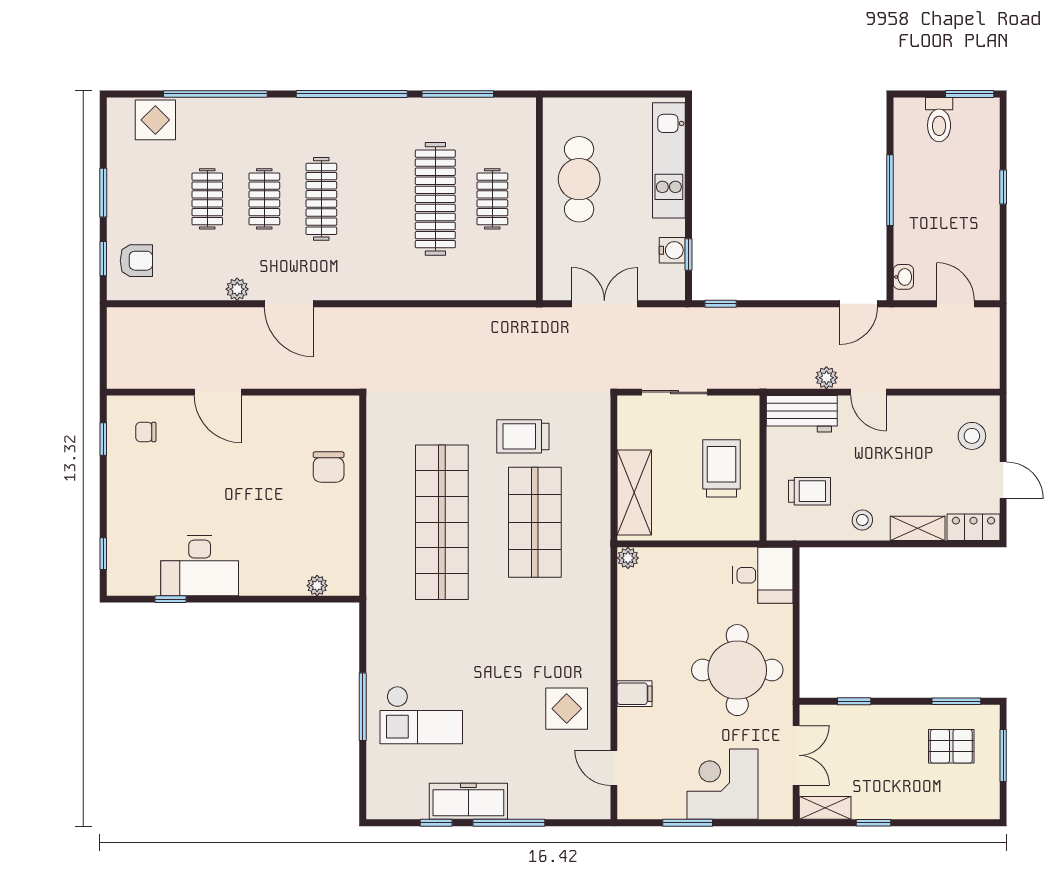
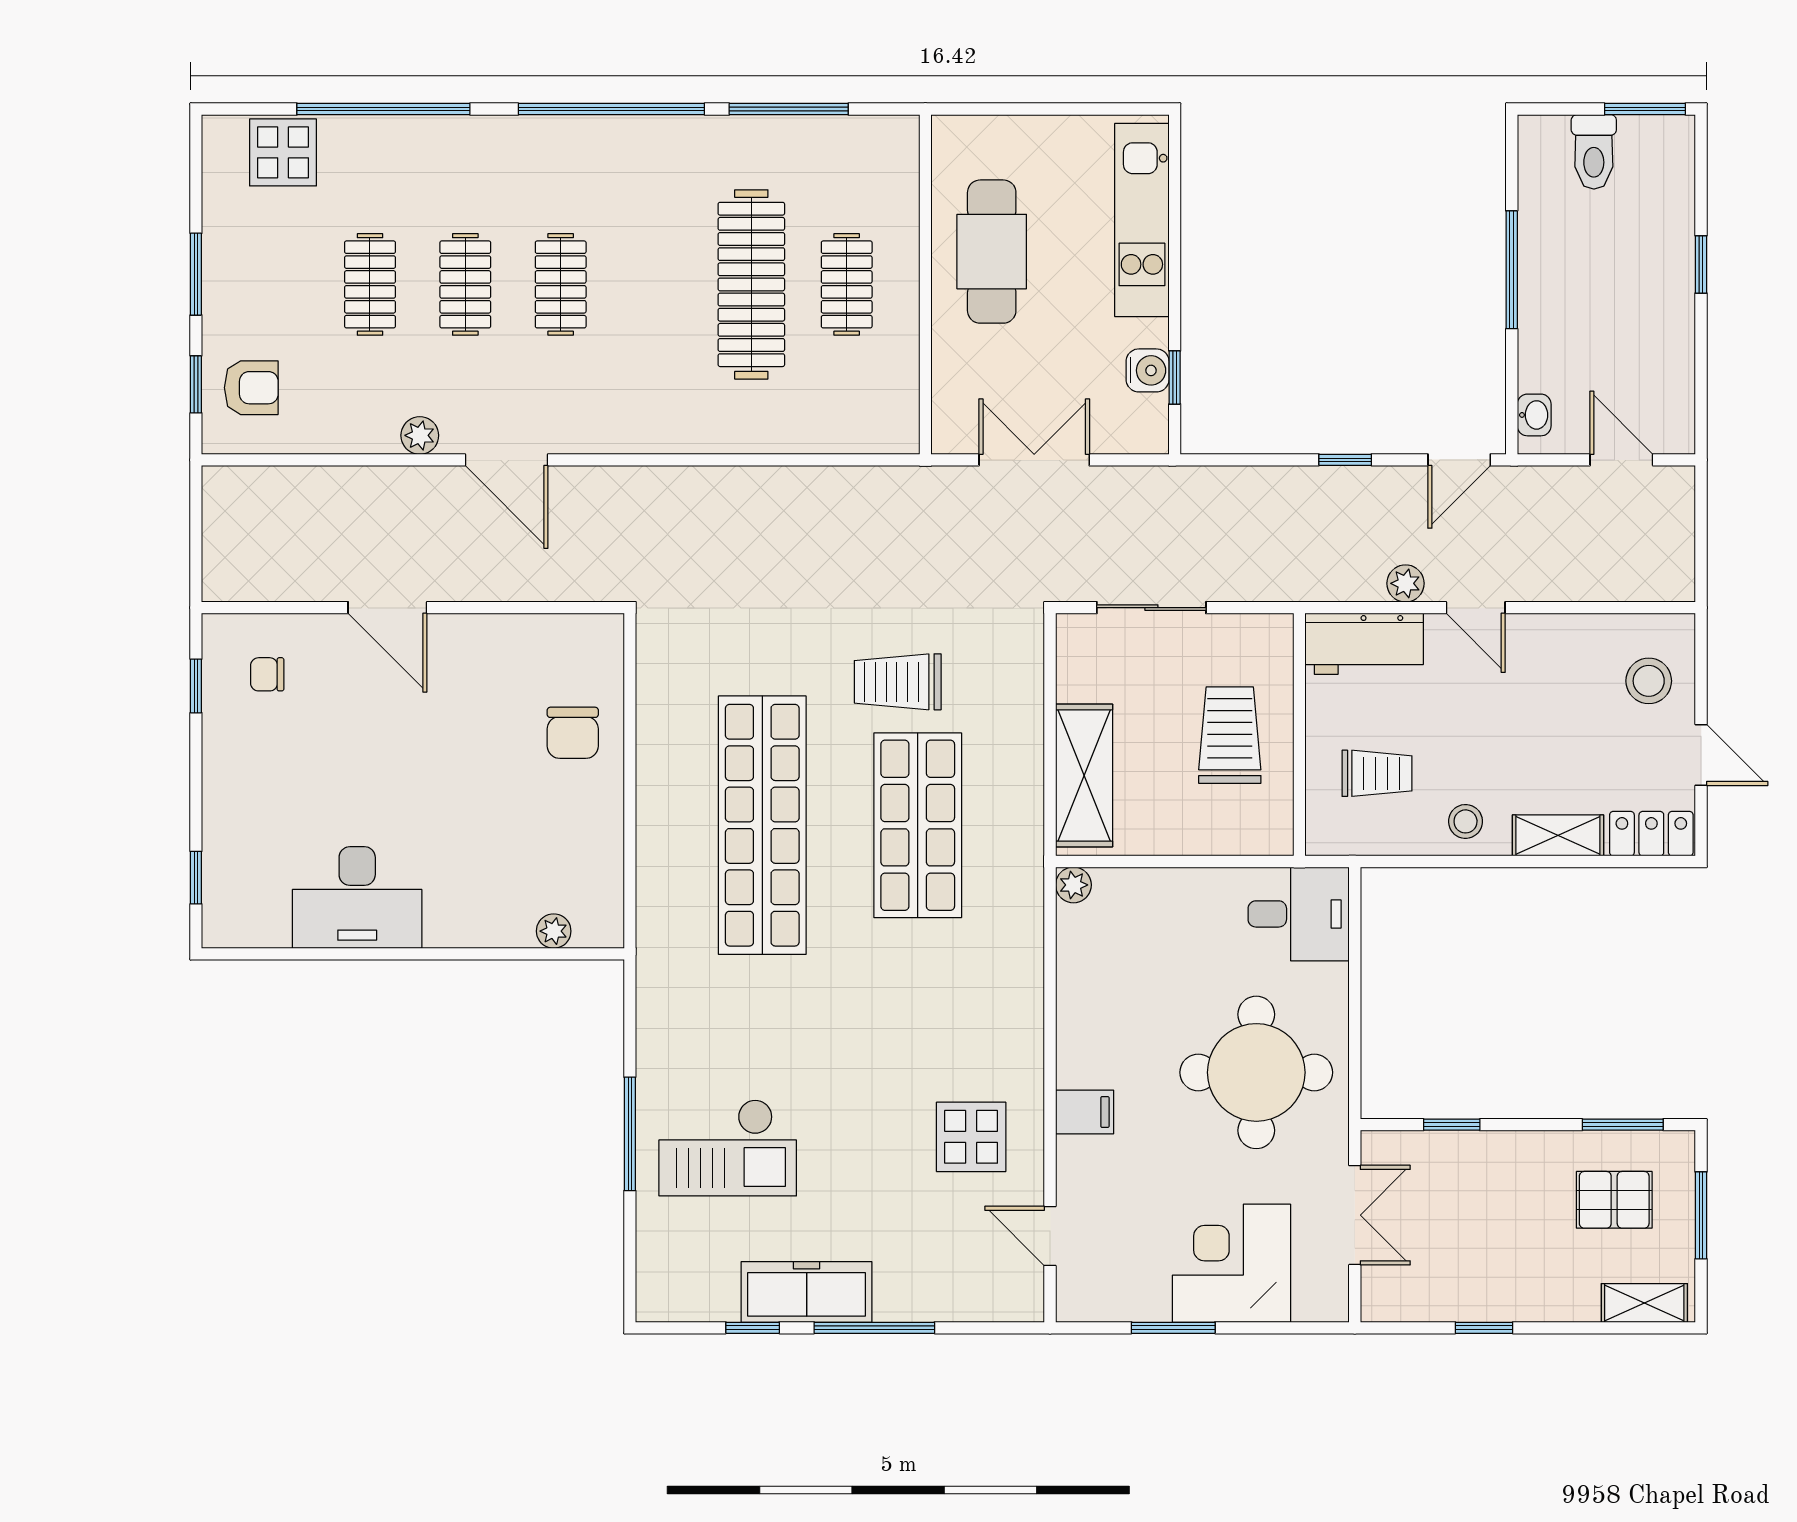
clothes rail: (321, 199) -> (561, 284), width x0.73
window: (721, 304) -> (1345, 460), moved
window: (171, 599) -> (308, 954), removed
shelving: (825, 808) -> (1644, 1303), moved

